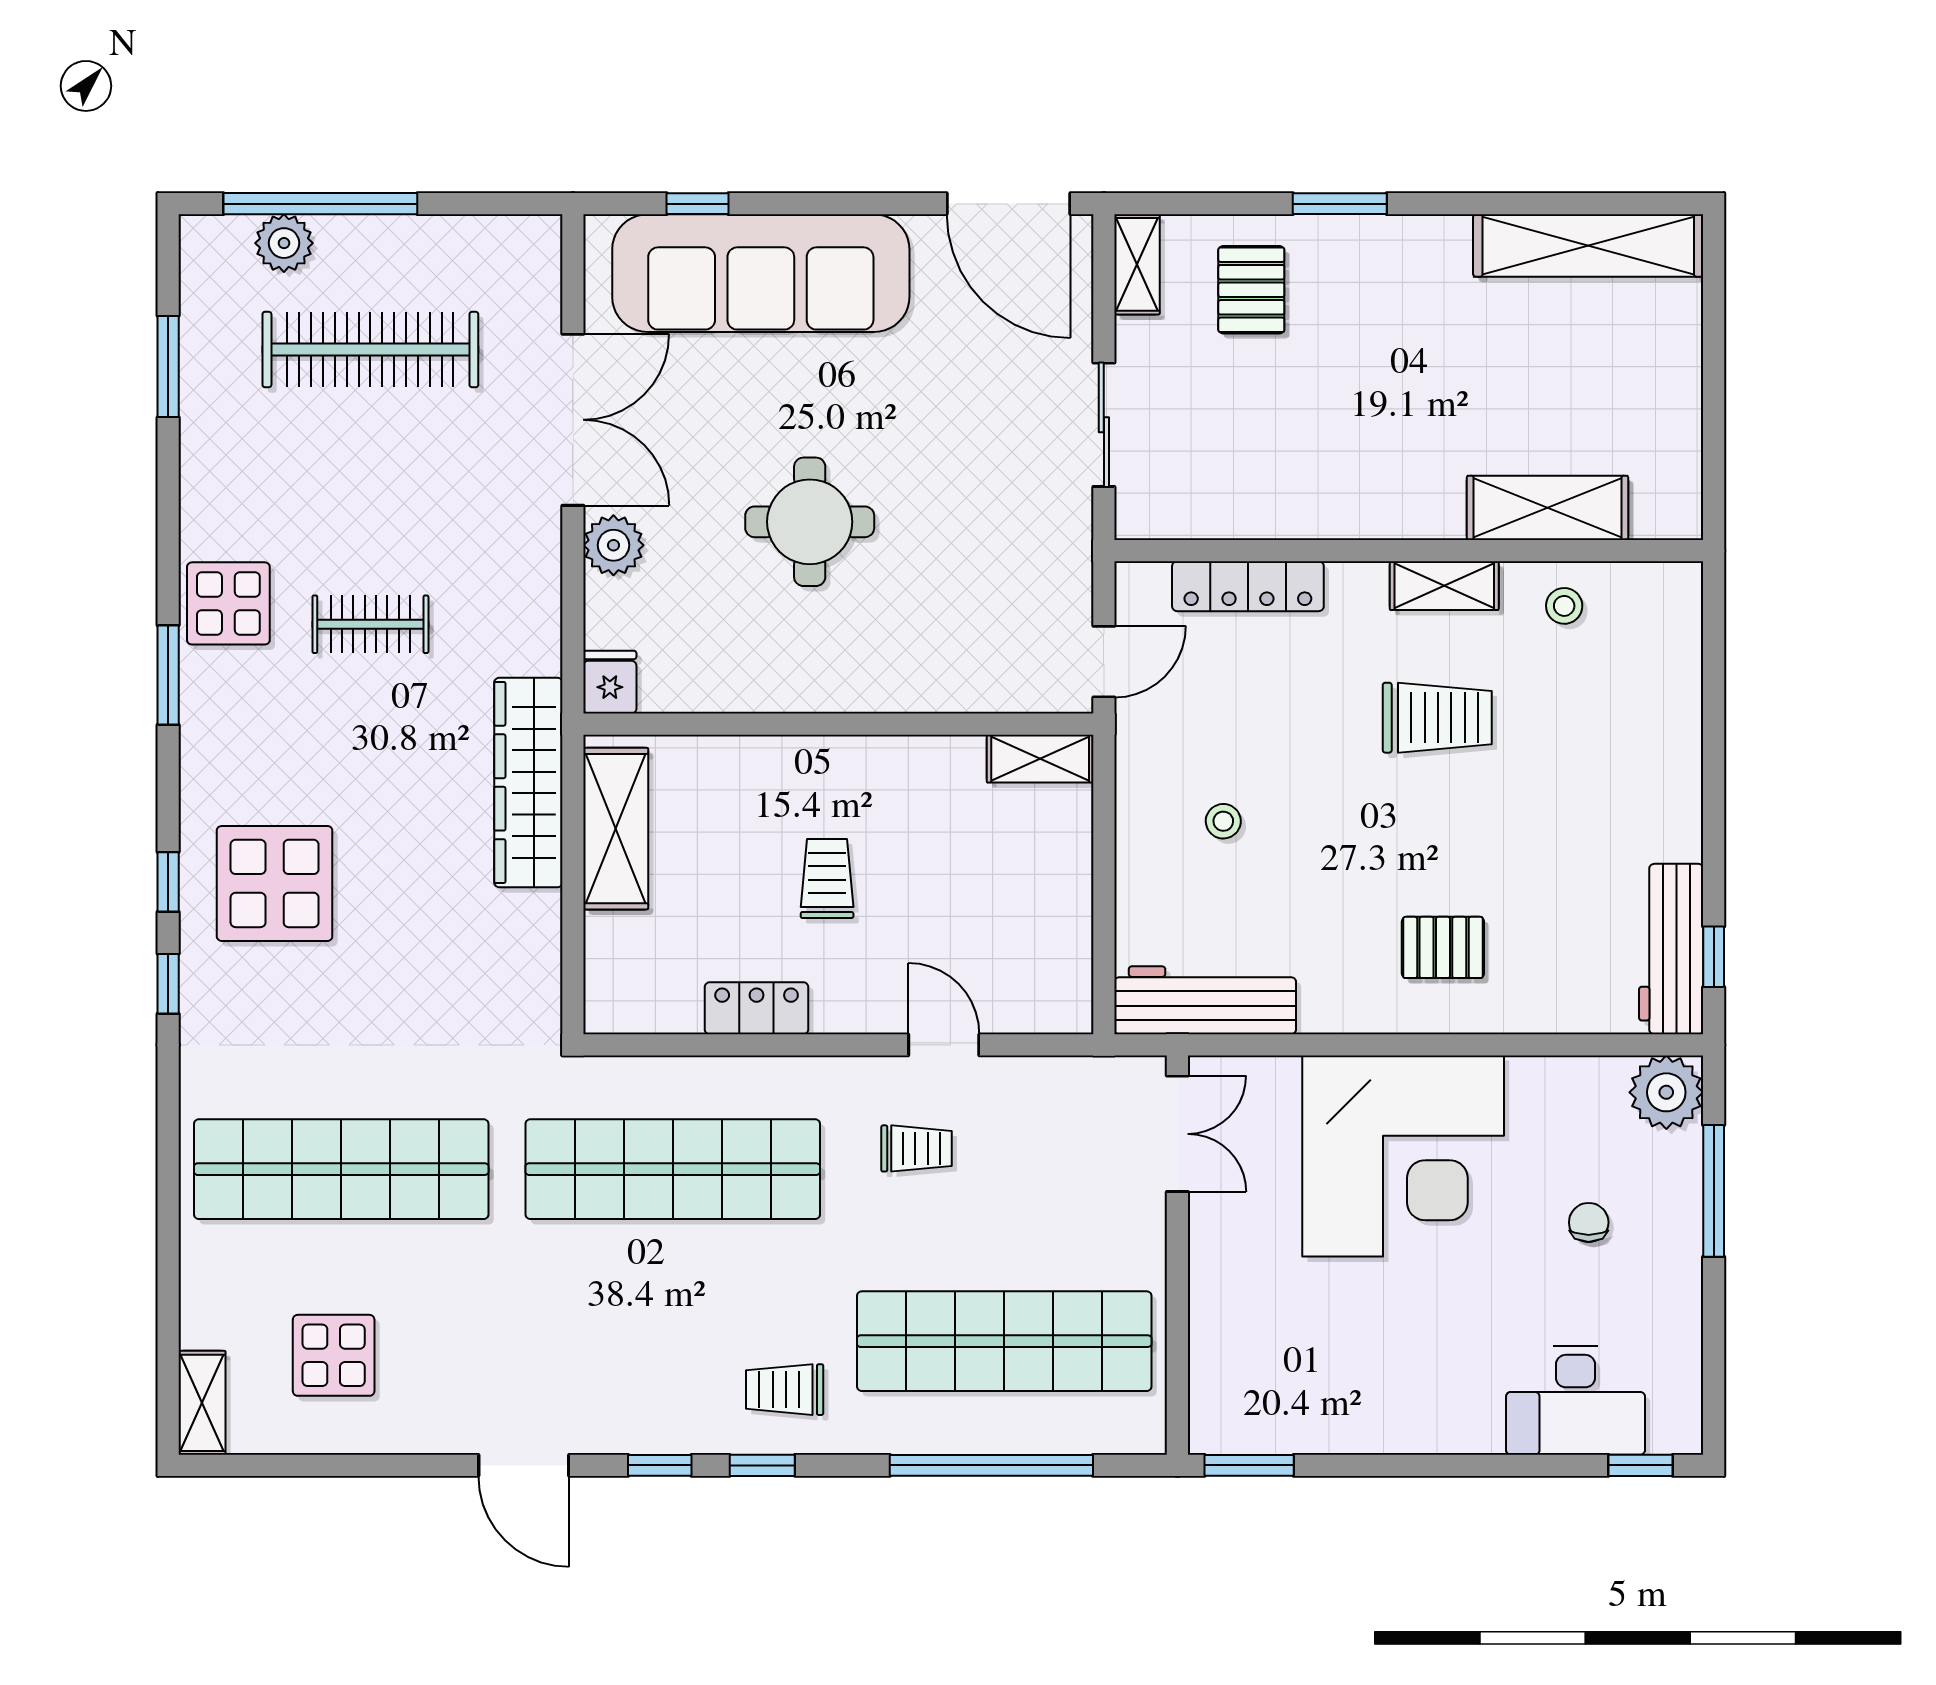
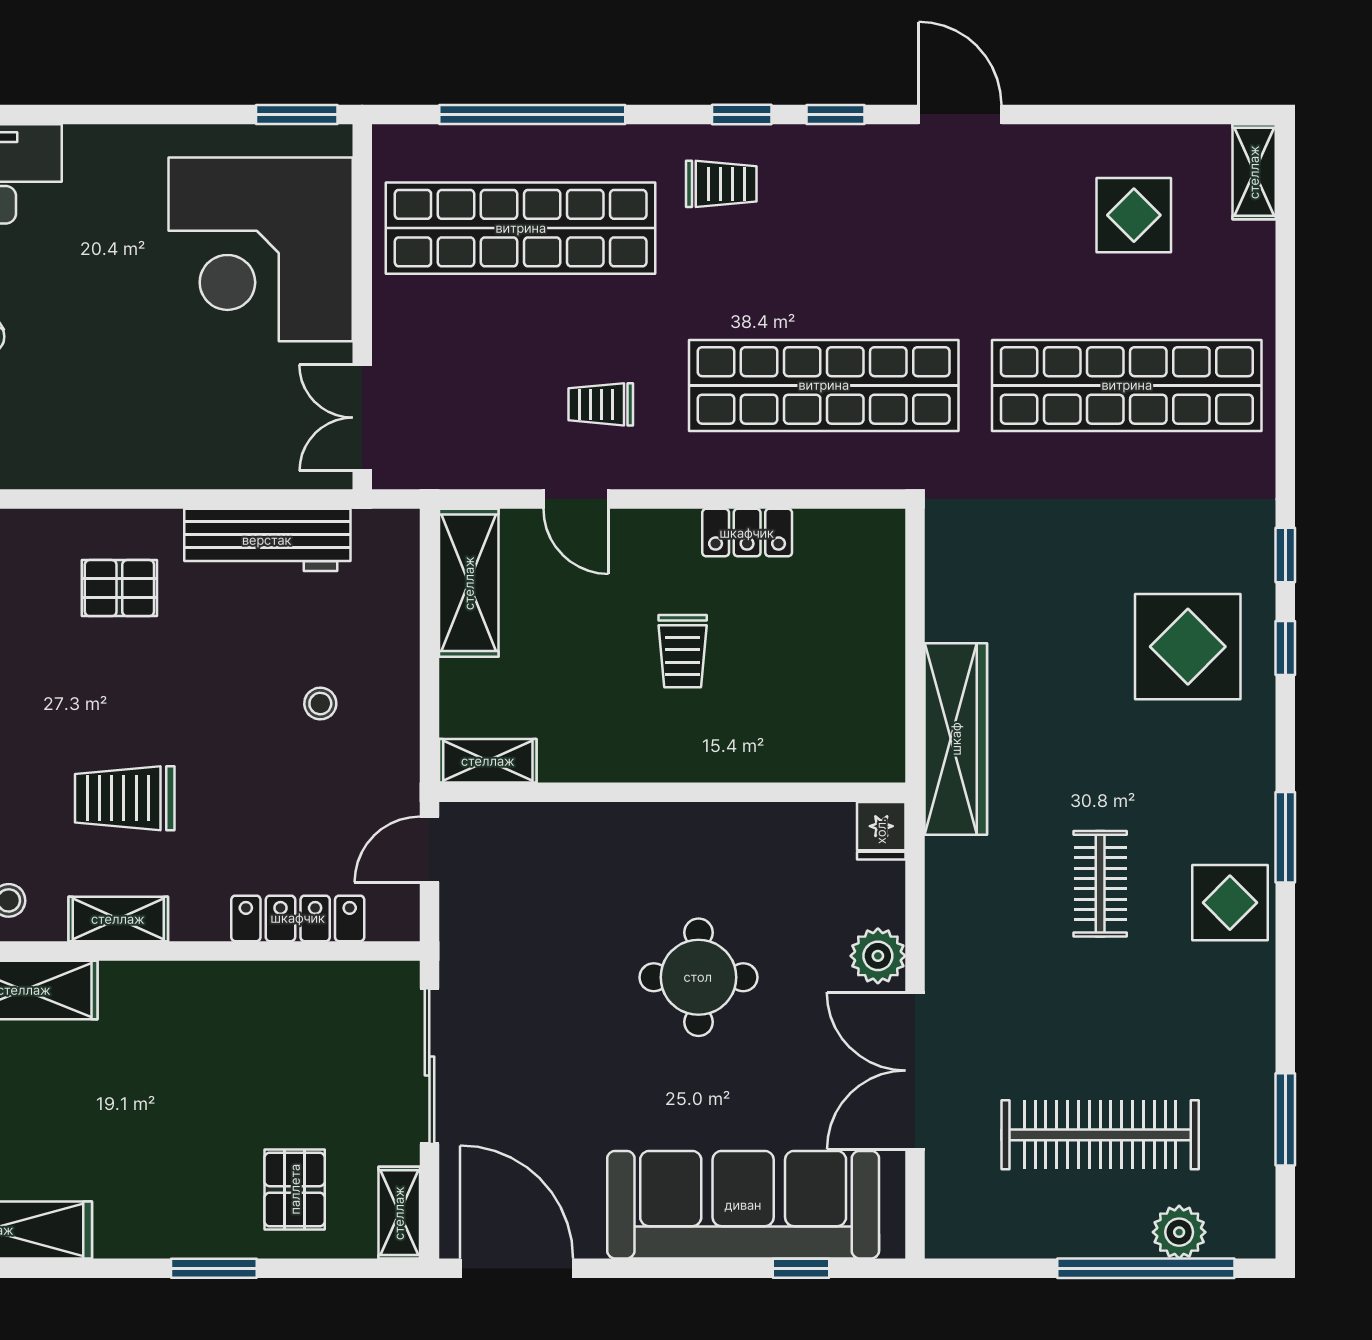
sliding door: (1104, 425) -> (429, 1066), width x1.37
clothes rail: (370, 624) -> (1100, 884), turned 90
shelving: (616, 829) -> (469, 583), moved
workbench: (1205, 1000) -> (267, 540), moved
corner desk: (1403, 1156) -> (261, 249), moved, turned -90

